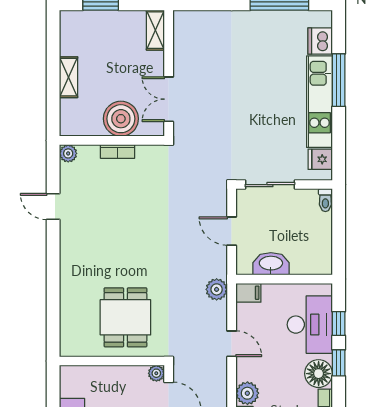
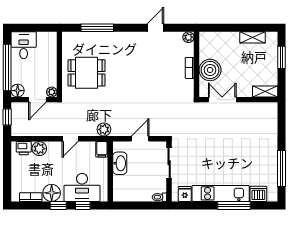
shelving: (69, 77) -> (253, 37), moved
window: (53, 300) -> (97, 28), added

